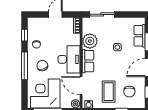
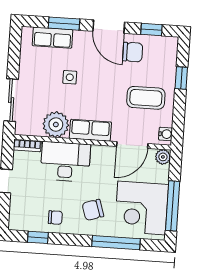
desk: (69, 59) -> (65, 162), moved
window: (24, 66) -> (116, 243), moved
chair: (129, 92) -> (133, 52), moved

